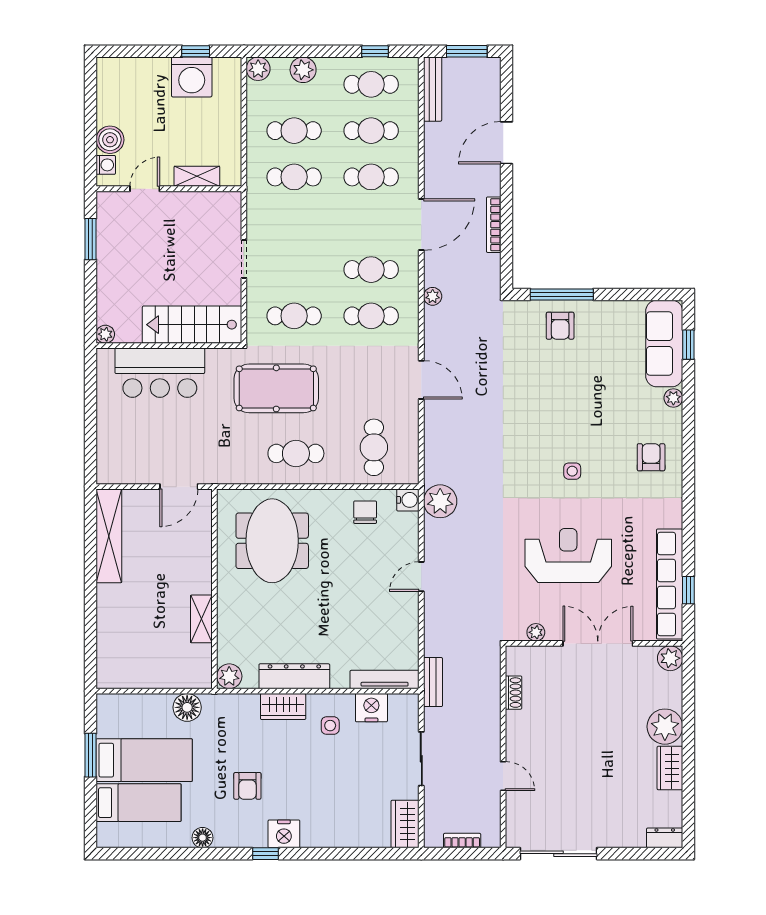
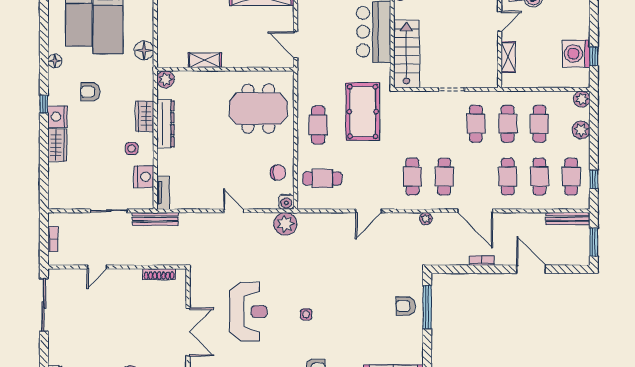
door: (145, 189) -> (500, 21), hinge flipped
bookcase: (494, 225) -> (482, 261), width x0.64
cafe table: (294, 316) -> (476, 124), moved
plant: (536, 632) -> (196, 289), removed
tv unit: (385, 680) -> (163, 193), width x0.71
bench: (433, 682) -> (155, 219), width x1.36
shoe rack: (513, 693) -> (159, 274), width x1.43
wardrobe: (405, 824) -> (57, 145), moved, turned 90

